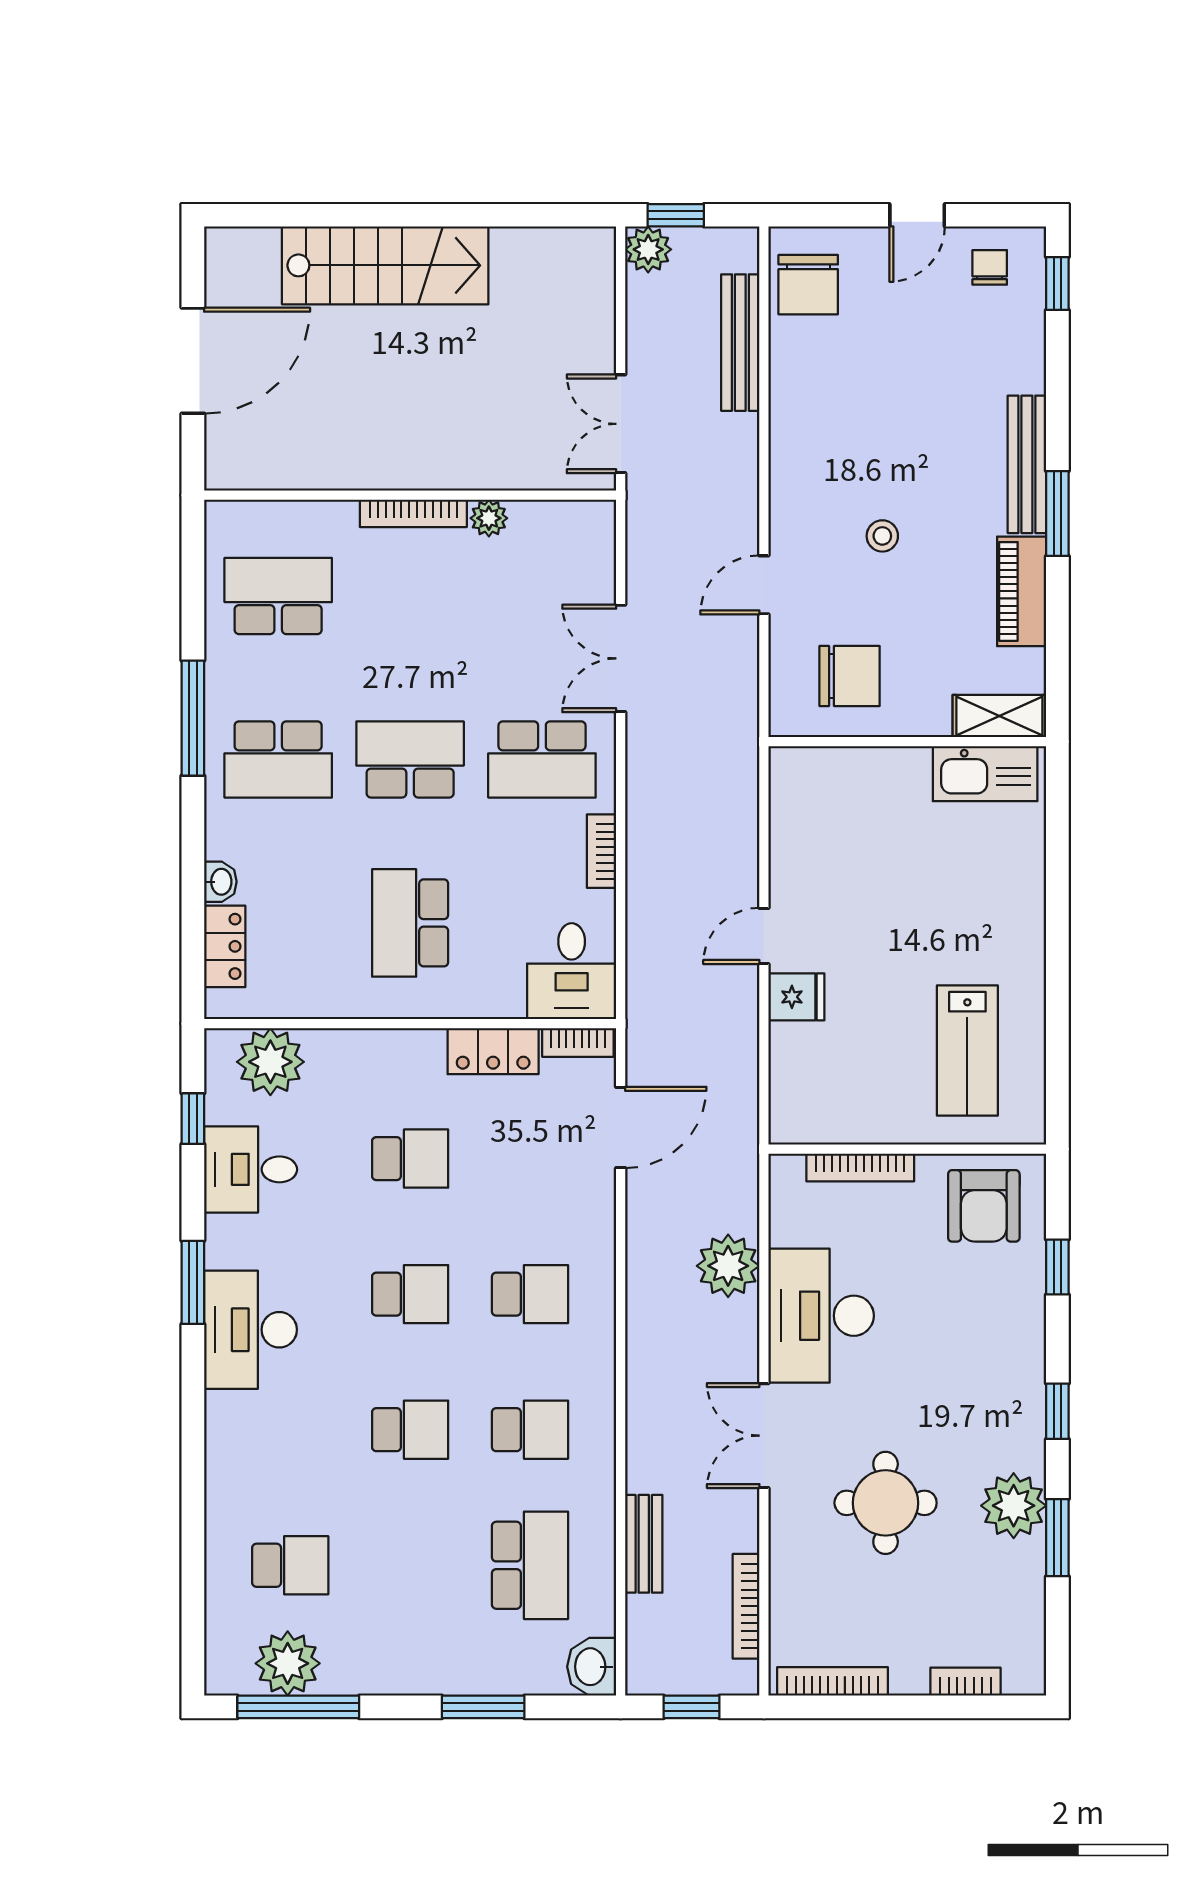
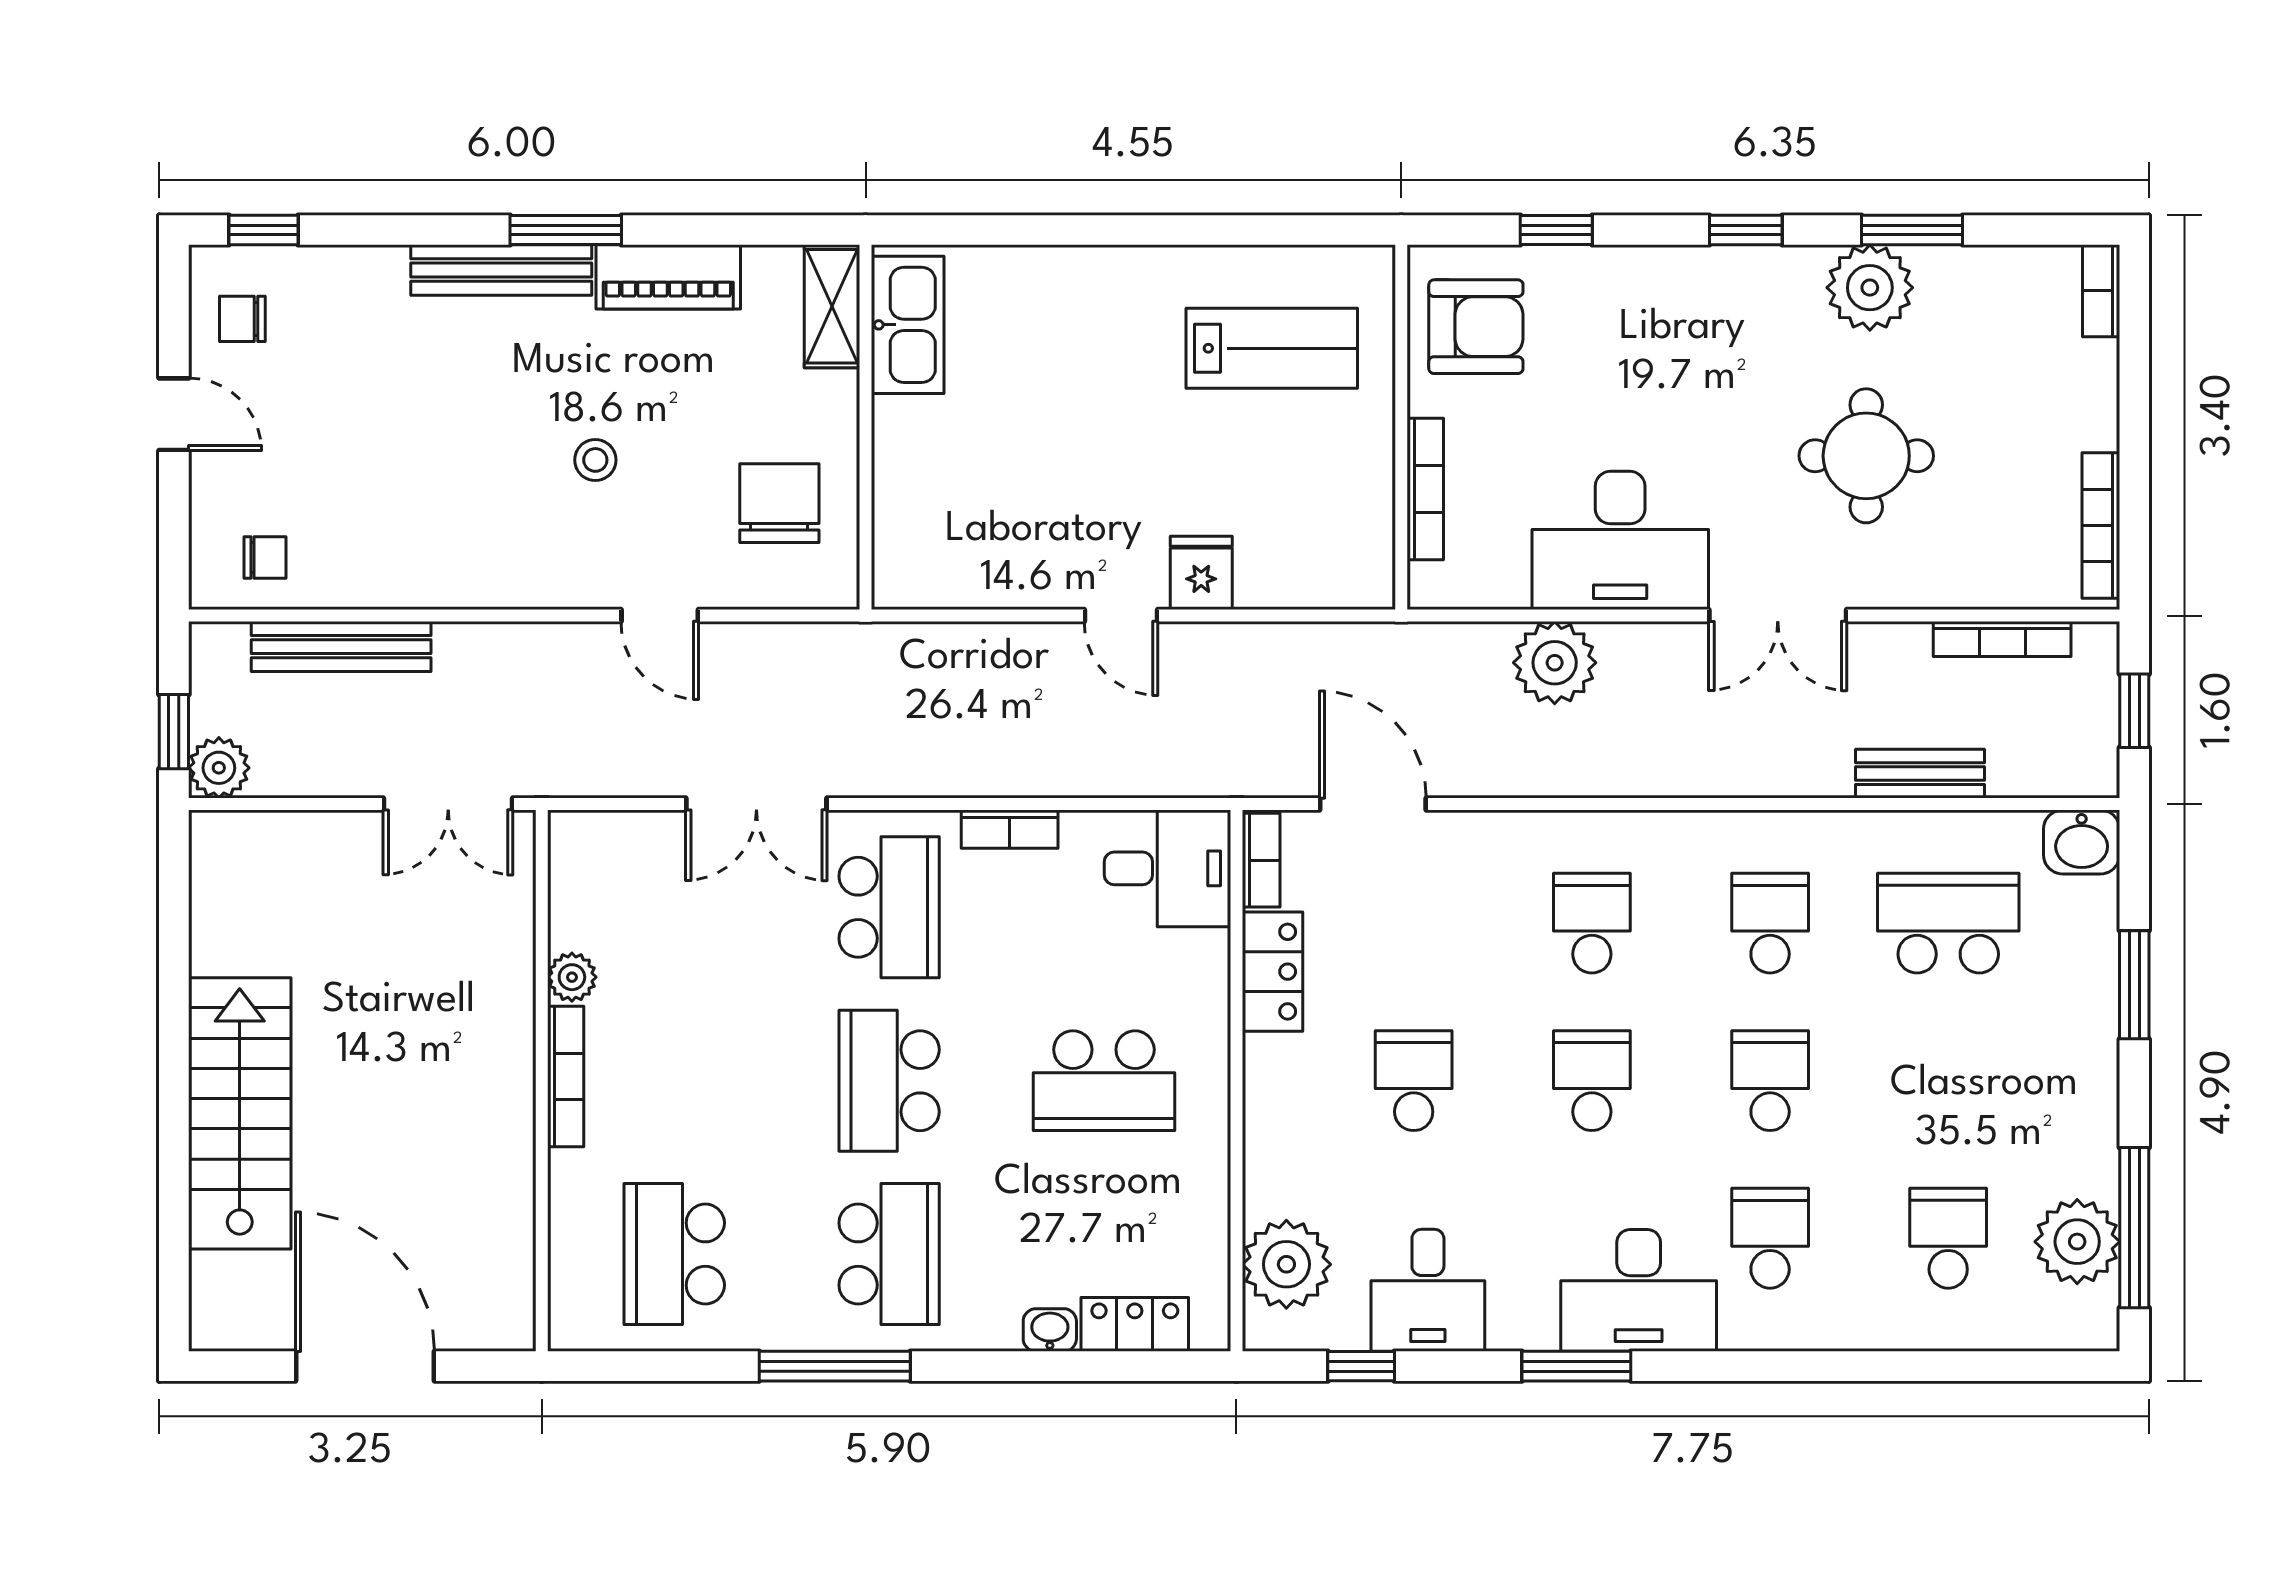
chair: (808, 285) -> (265, 557), width x0.54, depth x0.54
school desk: (290, 1430) -> (1770, 1238), added
bookcase: (965, 1682) -> (2101, 291), moved

